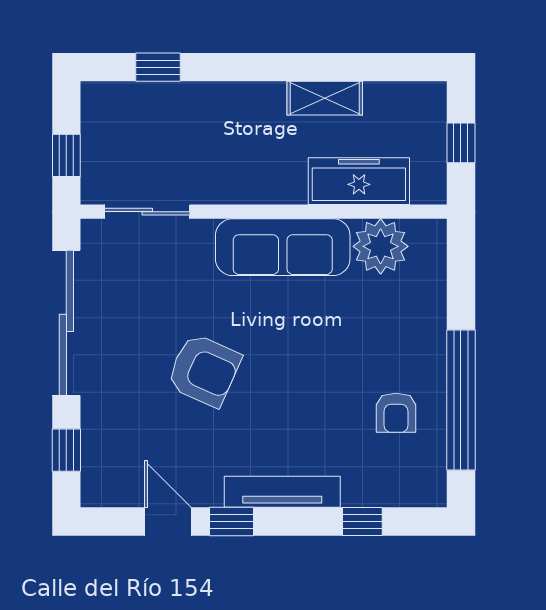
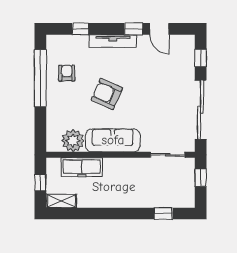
shelving: (325, 98) -> (61, 201), moved
armchair: (204, 370) -> (107, 94), moved

